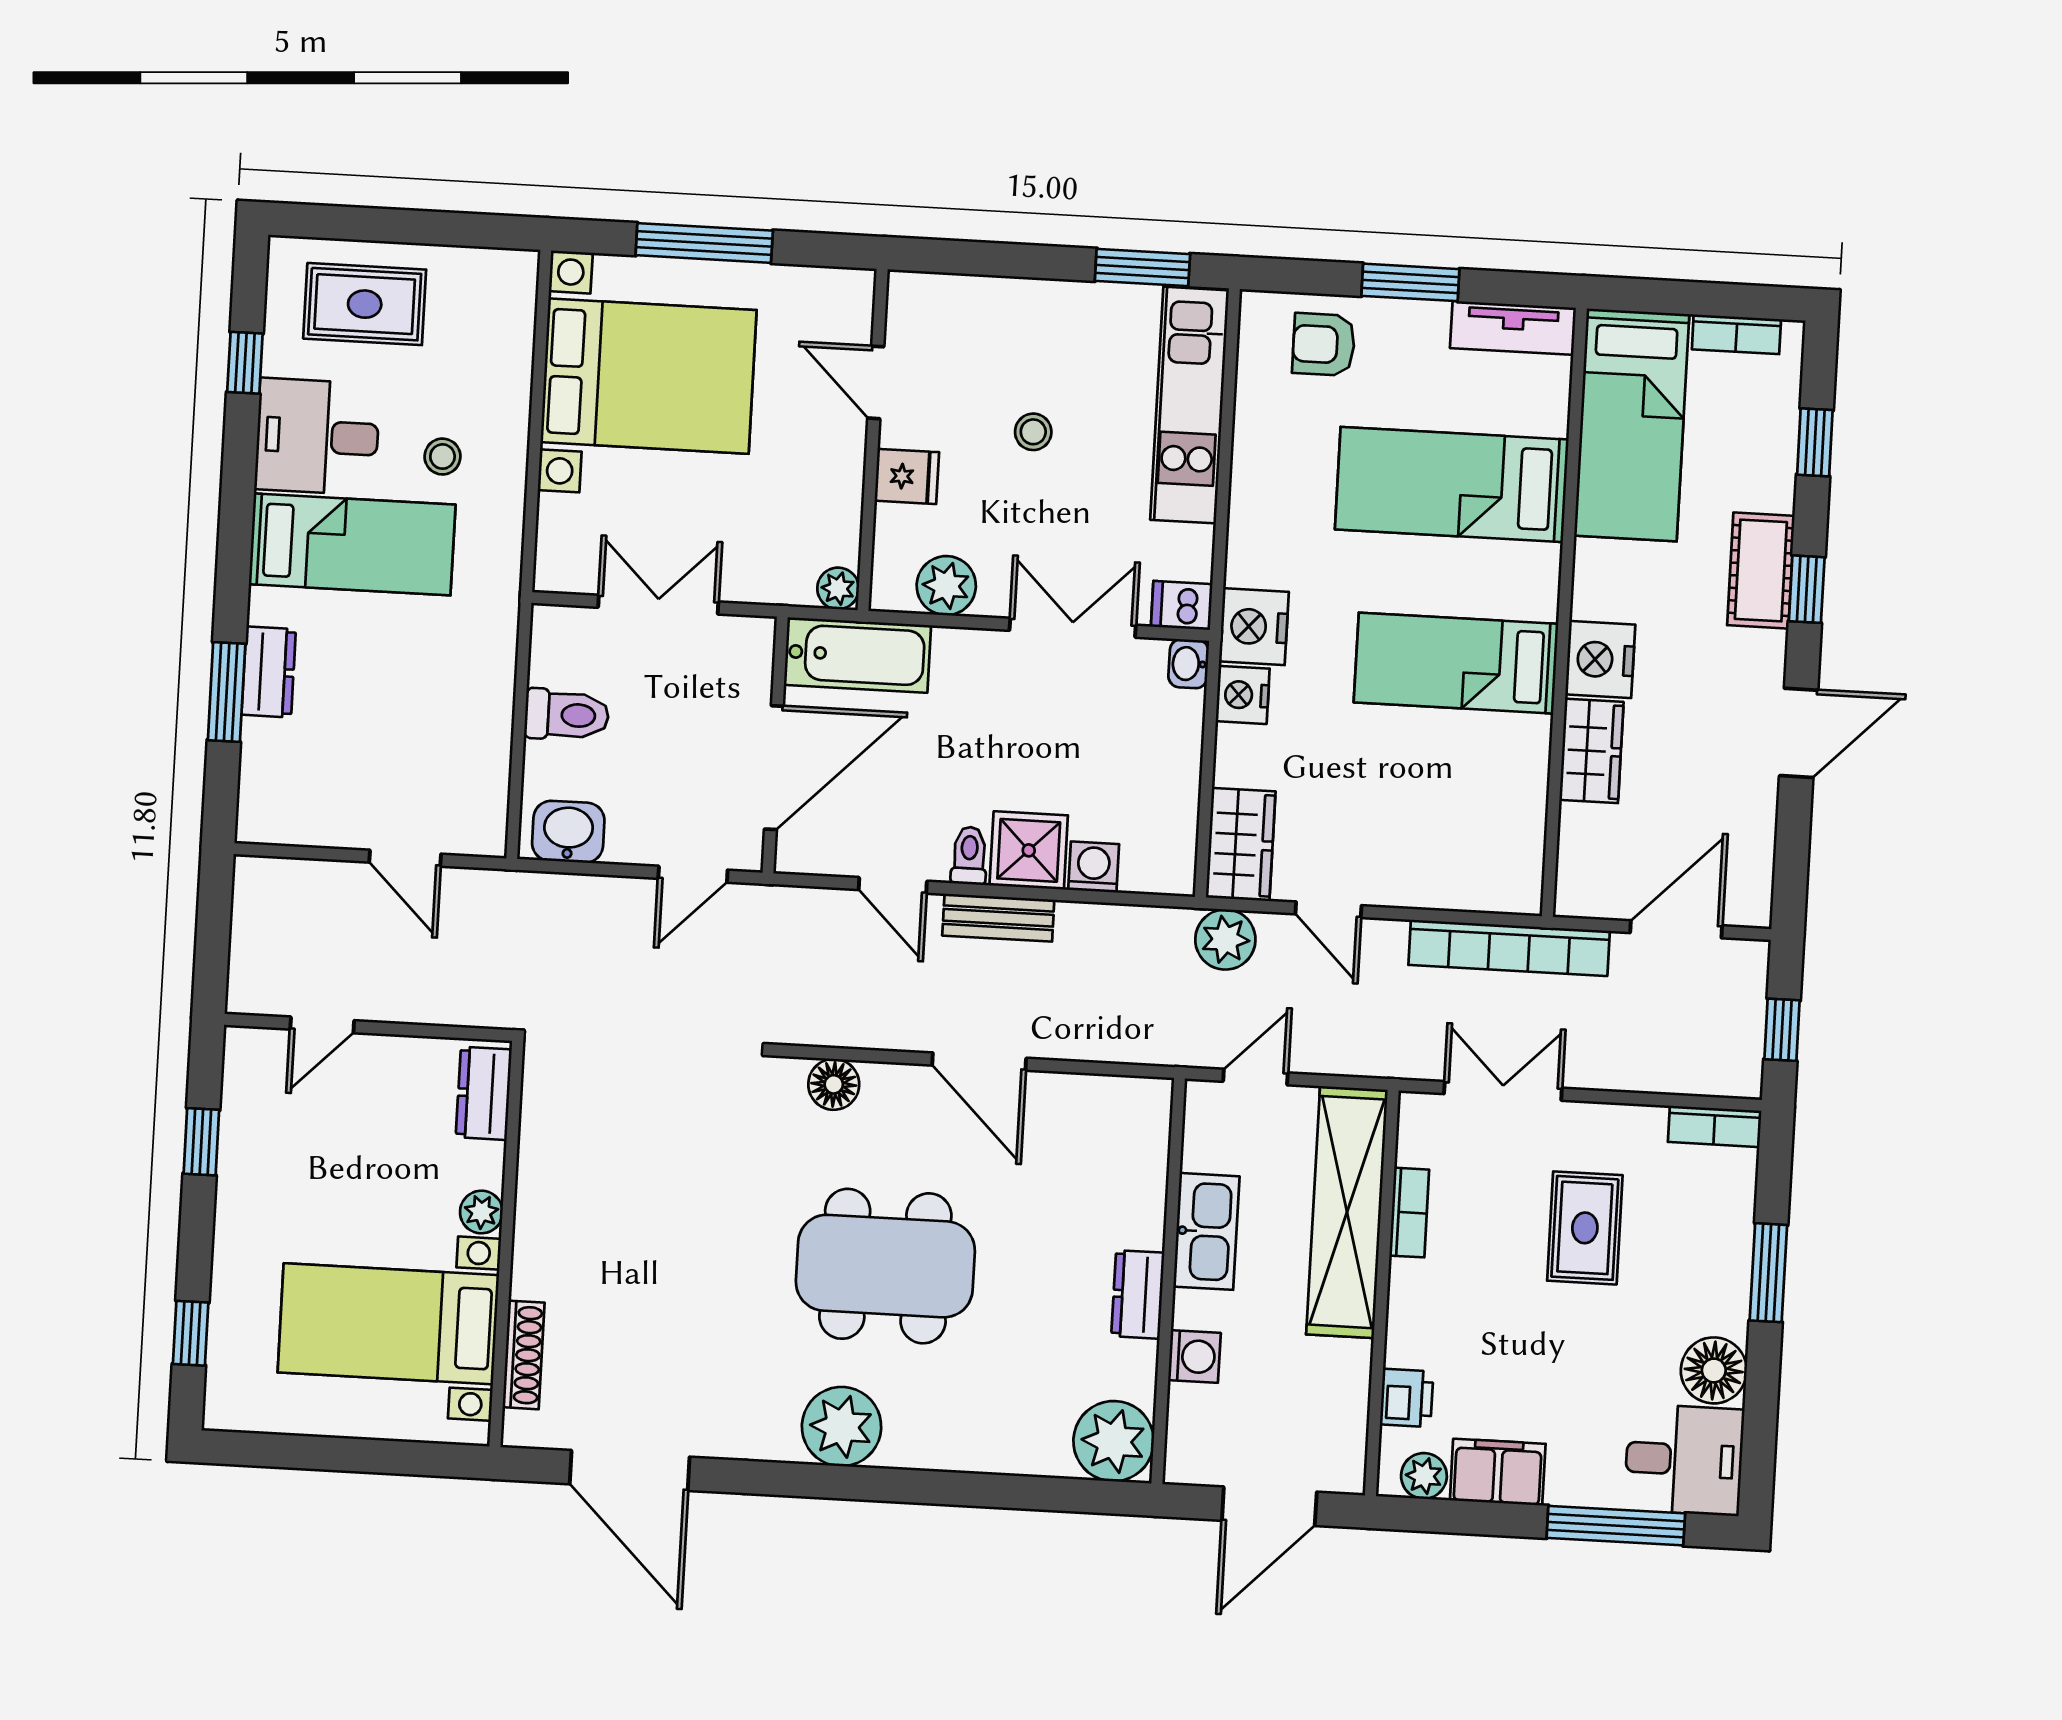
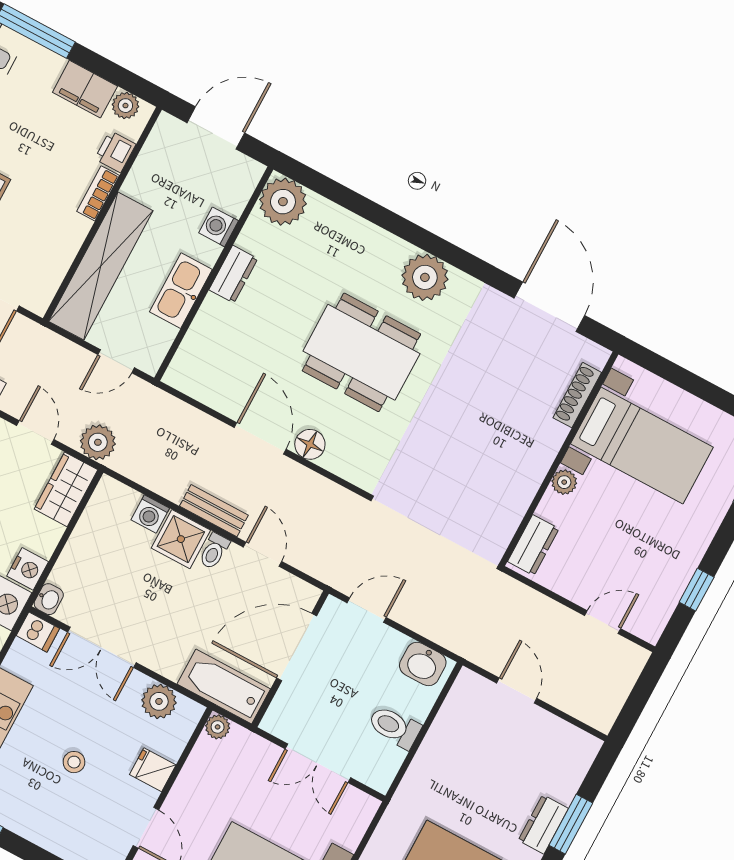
floor lamp: (834, 1084) -> (310, 444), moved
bookcase: (1409, 1213) -> (98, 193), moved

